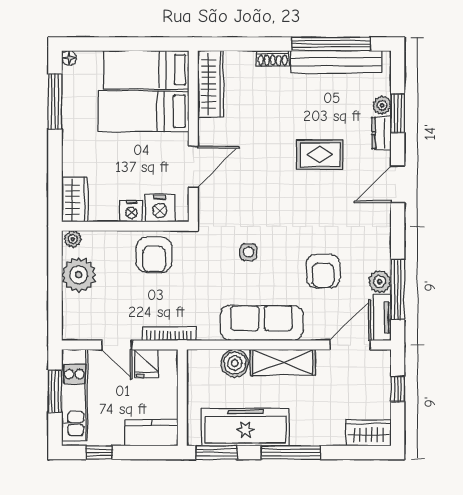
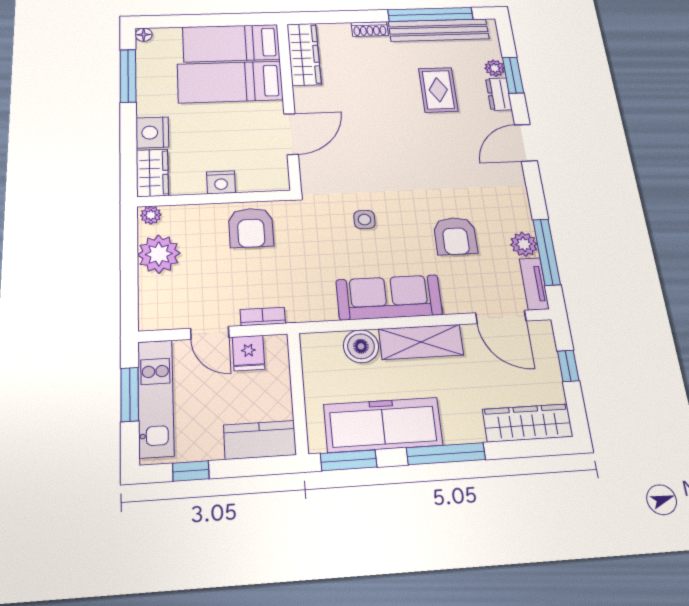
rug: (320, 155) -> (438, 90), moved, turned 90
nightstand: (160, 208) -> (152, 132), moved, turned 90
bookcase: (169, 334) -> (263, 316), width x0.64
door: (350, 345) -> (501, 317), swing flipped
wardrobe: (369, 433) -> (528, 423), width x1.50

